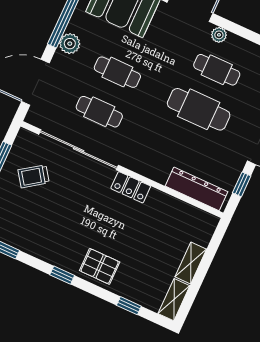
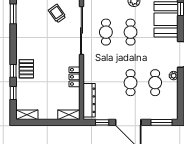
cafe table: (199, 109) -> (131, 83), width x0.73, depth x0.74
locker: (131, 187) -> (74, 77), moved
shelving: (191, 263) -> (69, 115), moved
window: (62, 275) -> (13, 71), moved

